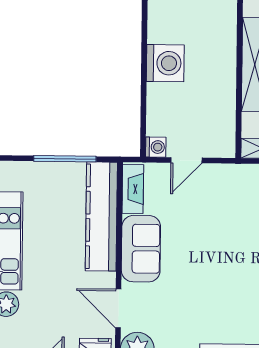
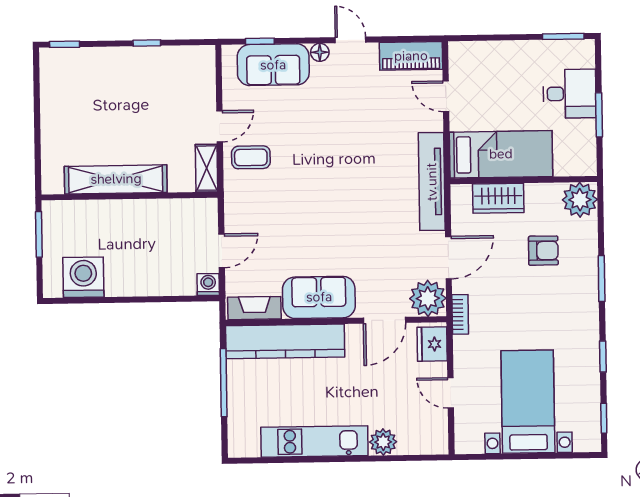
washing machine: (165, 63) -> (83, 277), moved
door: (186, 160) -> (222, 251), hinge flipped

